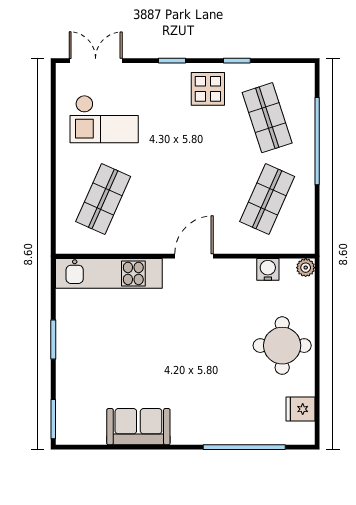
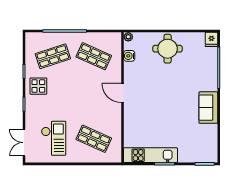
kitchen unit: (109, 273) -> (150, 155), moved, turned -90
fridge: (300, 409) -> (211, 39), moved
sofa: (138, 427) -> (208, 108), moved

